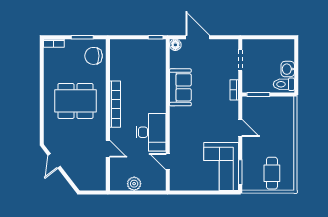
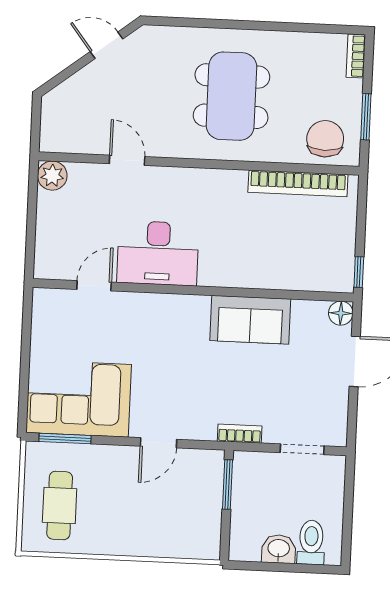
toilet: (284, 84) -> (311, 542), moved
bookcase: (115, 104) -> (298, 183), moved
door: (108, 149) -> (127, 160), swing flipped
cafe table: (272, 173) -> (60, 505), turned 90
plant: (134, 184) -> (52, 176), moved

